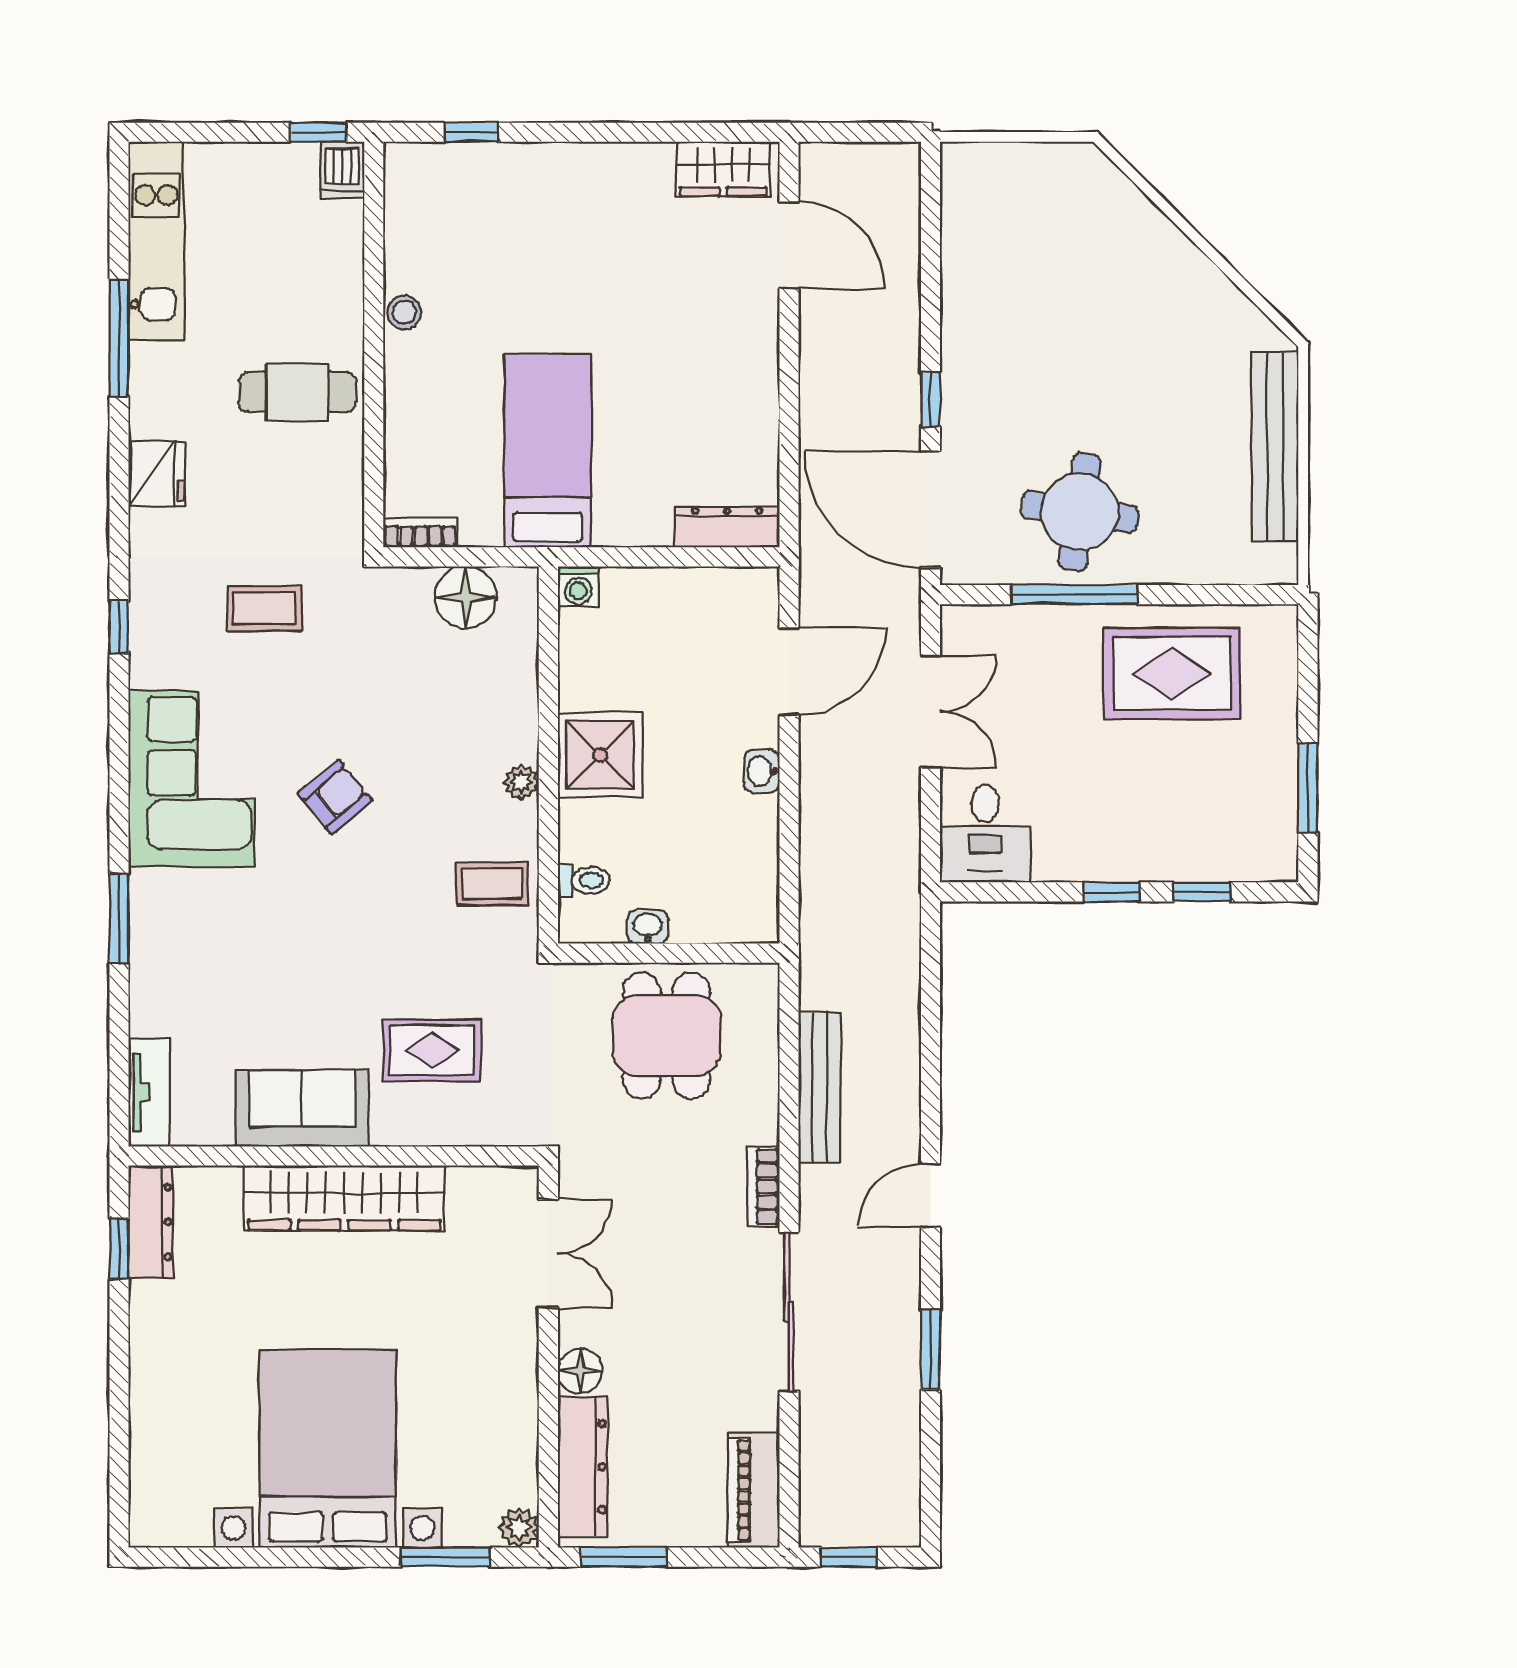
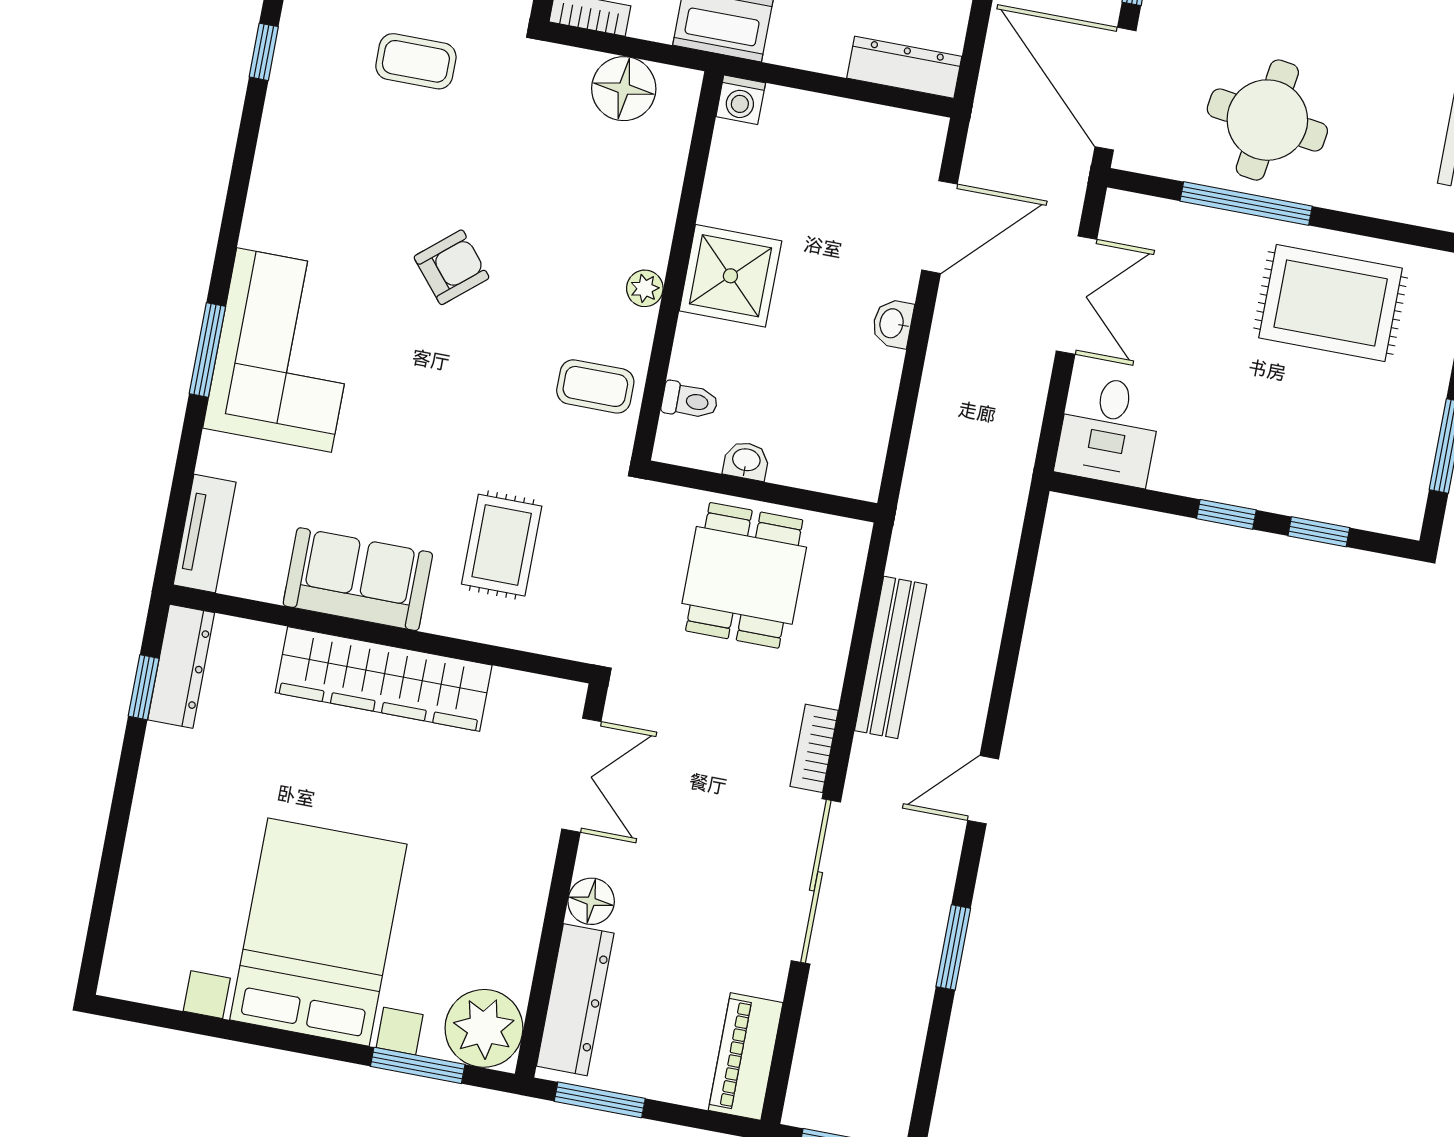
corner sofa: (191, 779) -> (284, 350), moved
rug: (432, 1050) -> (502, 545), turned 90
plant: (519, 1528) -> (484, 1028), width x1.87, depth x1.87

